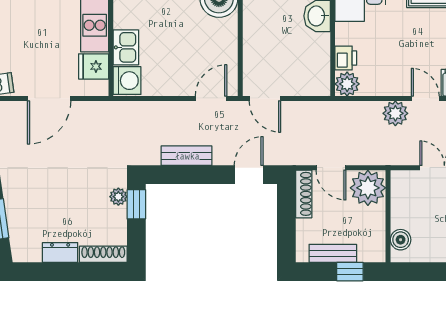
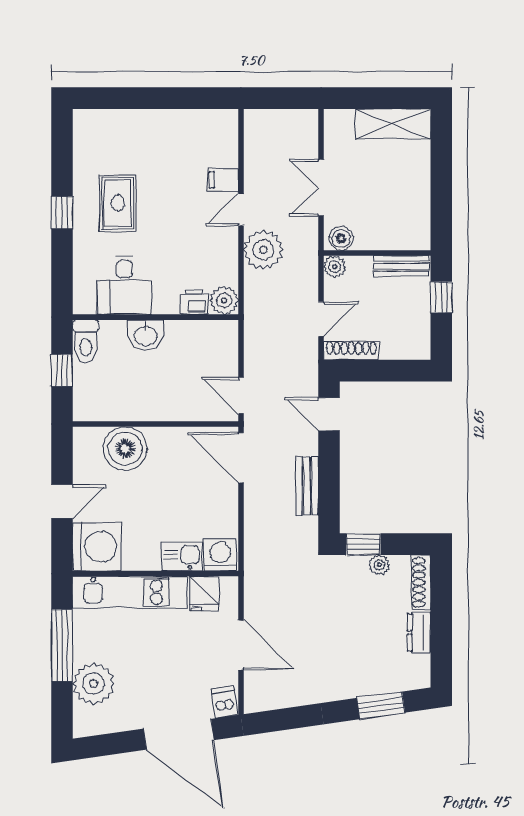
door: (211, 98) -> (241, 458), width x1.38
door: (265, 98) -> (241, 395), swing flipped
plant: (395, 113) -> (263, 250), width x1.36, depth x1.36
plant: (368, 188) -> (335, 267), width x0.53, depth x0.53
plant: (118, 197) -> (379, 565), moved
boiler: (401, 240) -> (341, 239), moved
bench: (333, 253) -> (401, 266), moved, turned 90

